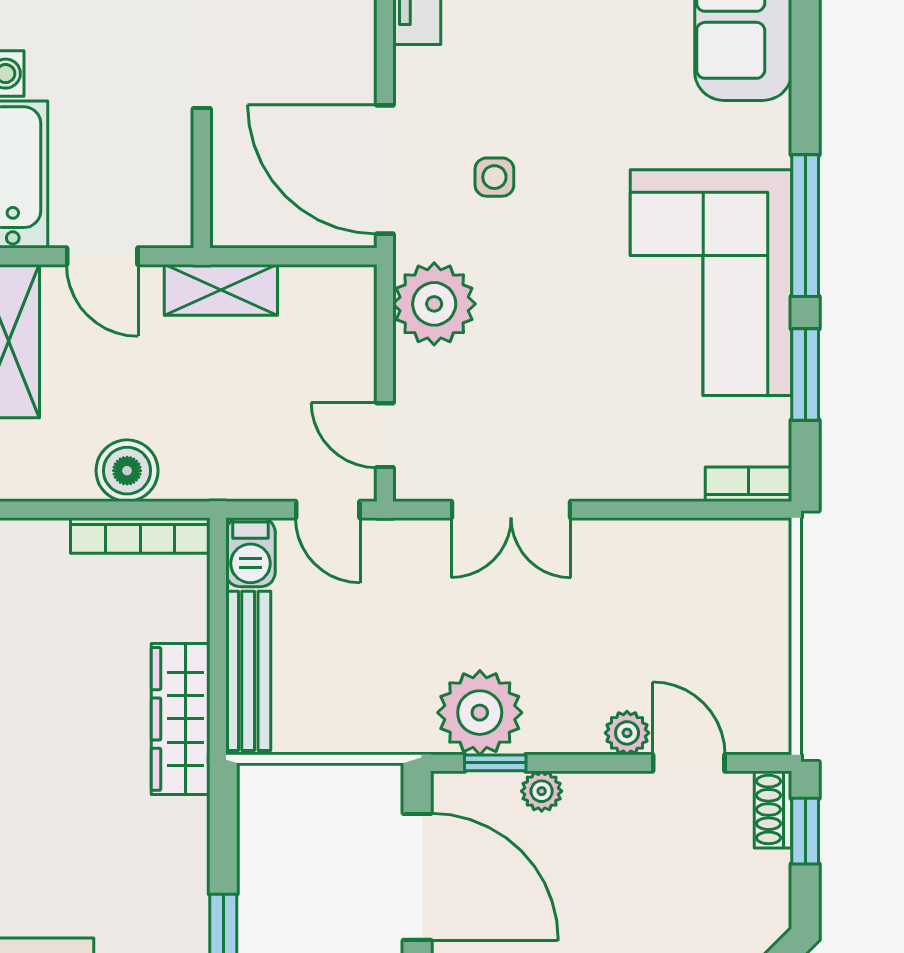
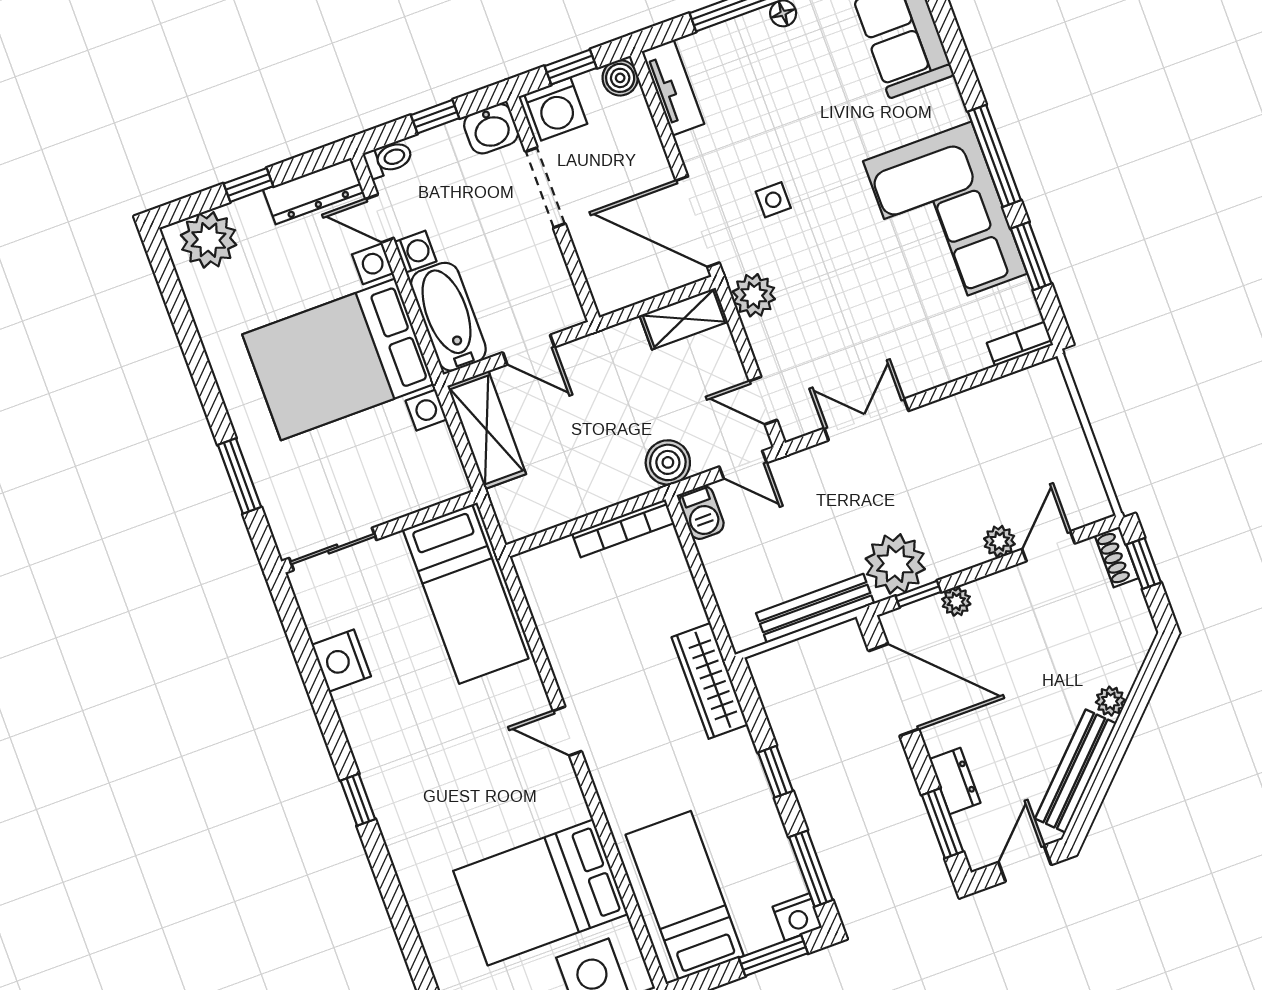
shelving: (221, 290) -> (684, 319), moved
plant: (434, 304) -> (754, 295), width x0.73, depth x0.73
boiler: (127, 471) -> (668, 462), moved
double door: (511, 510) -> (866, 420), swing flipped
bench: (248, 671) -> (815, 608), moved, turned 90
wardrobe: (181, 719) -> (710, 681), moved
door: (689, 763) -> (1048, 546), hinge flipped

